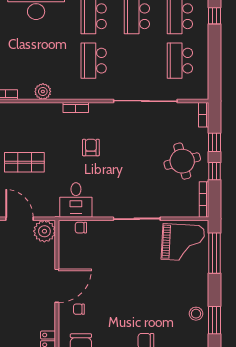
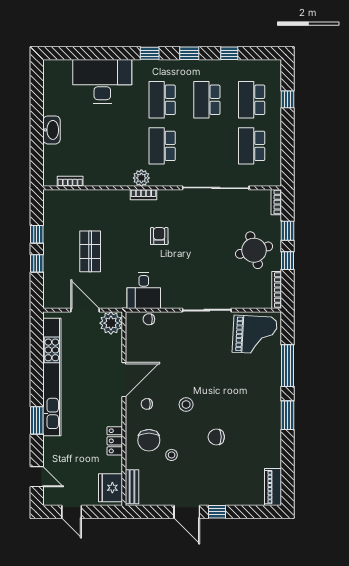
plant: (43, 91) -> (141, 178), moved
shop shelf: (24, 162) -> (90, 251), turned 90
window: (214, 253) -> (287, 366), moved
stool: (196, 314) -> (186, 404), moved

